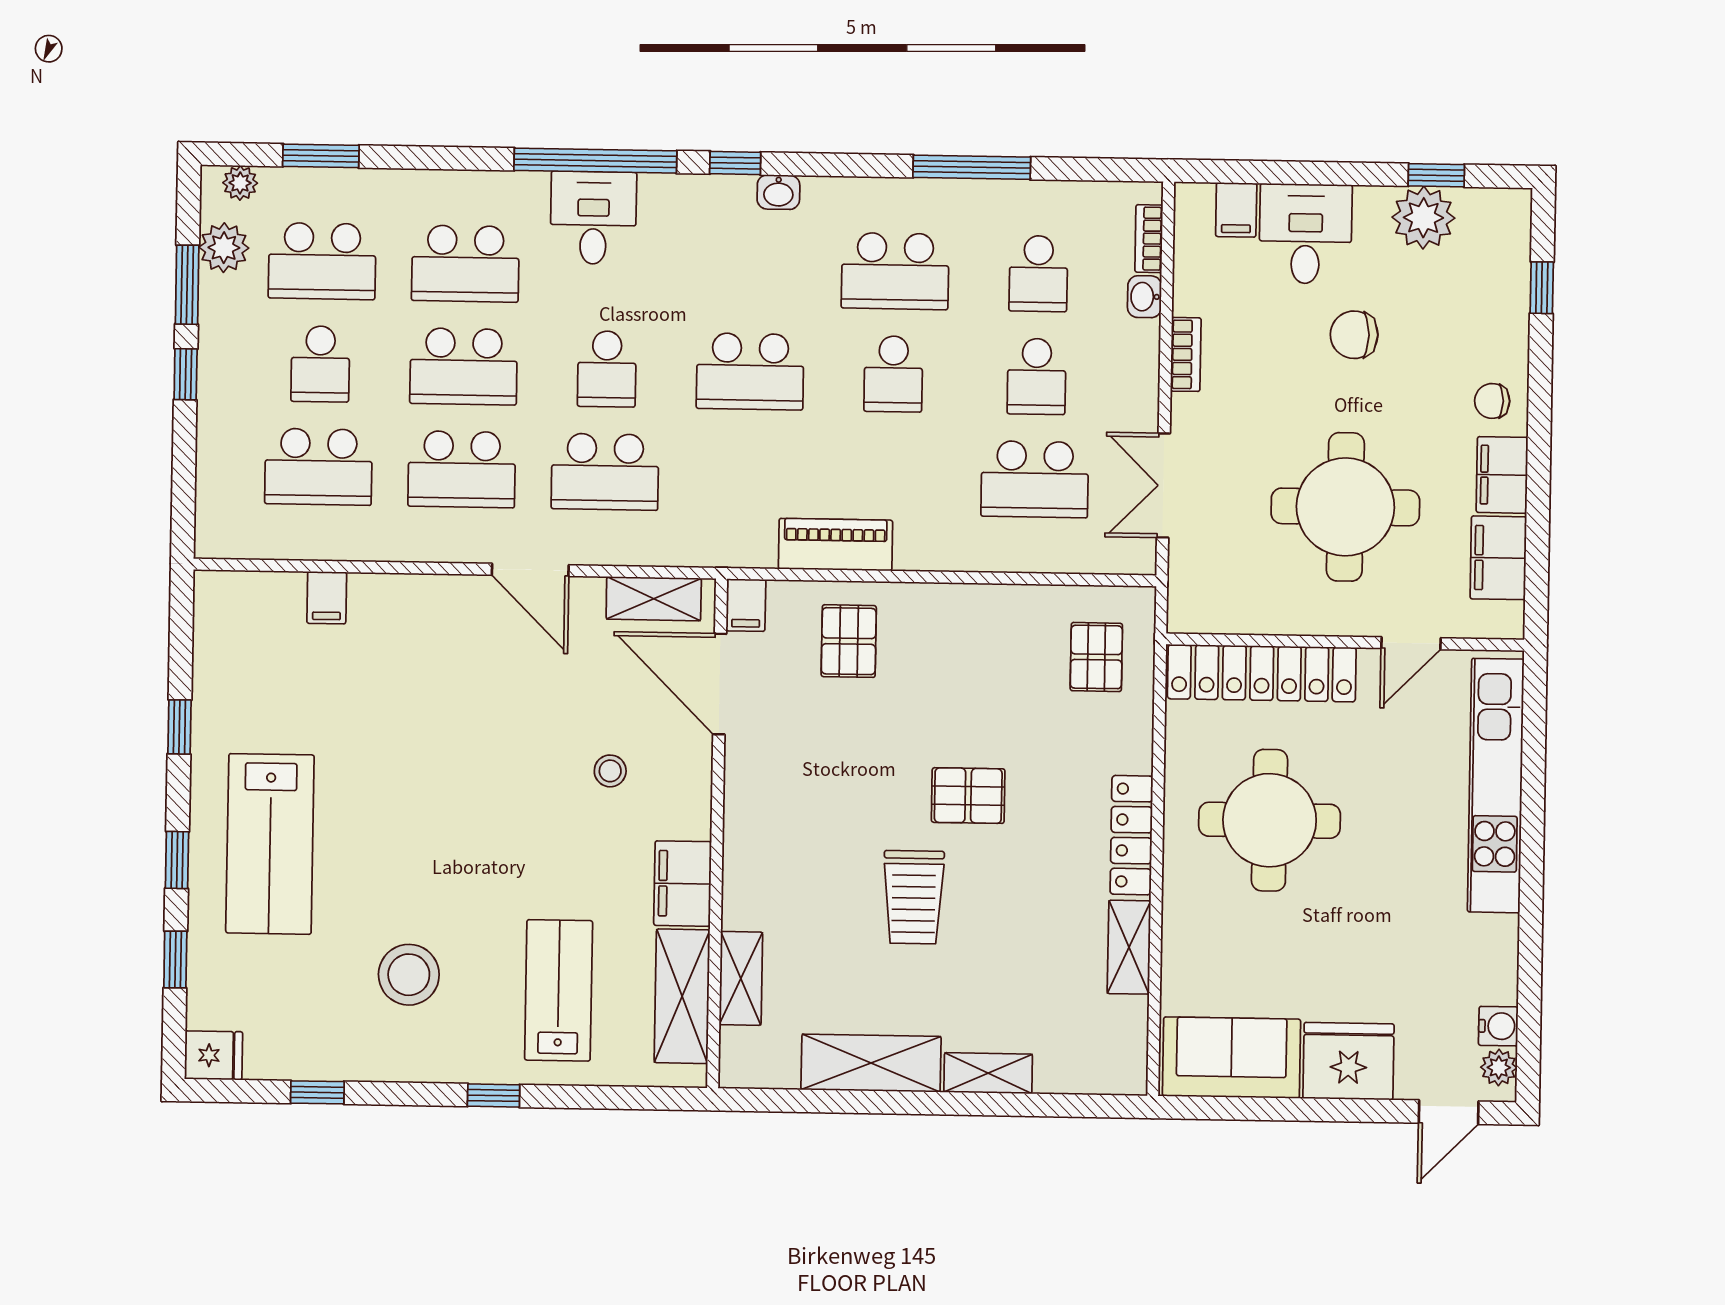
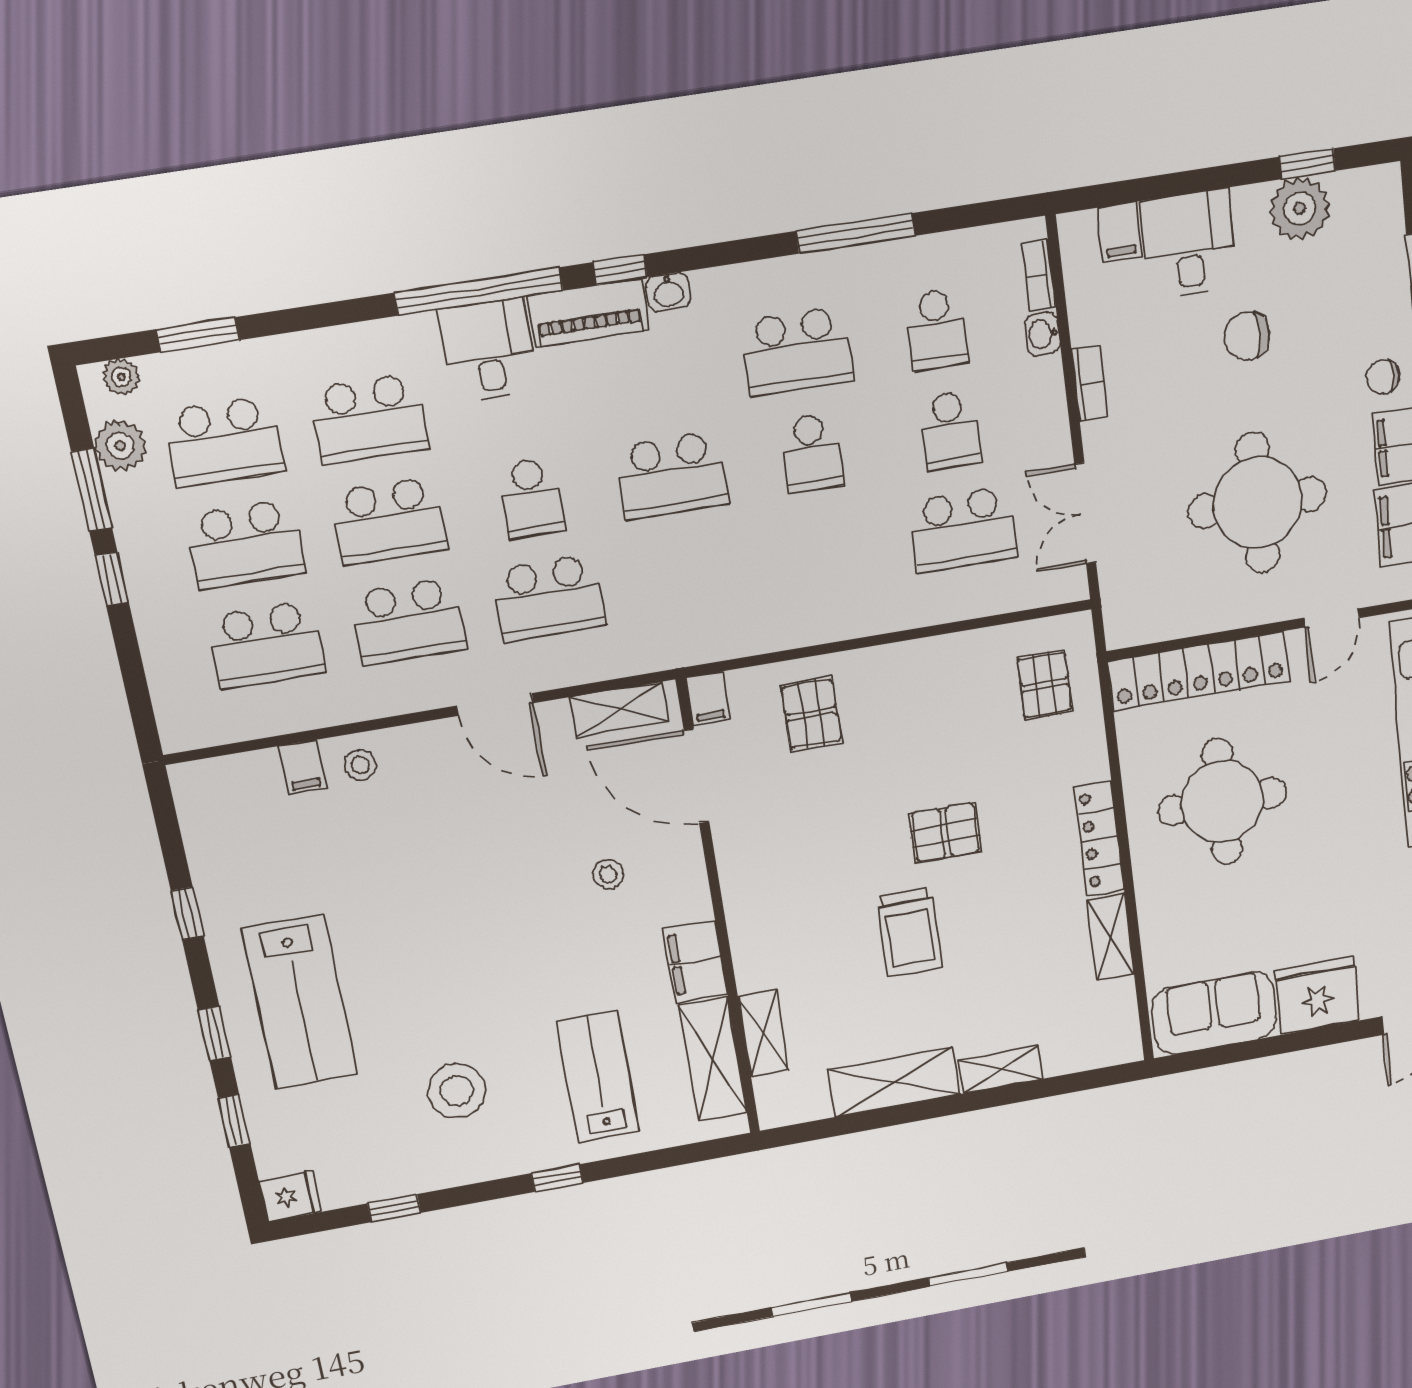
school desk: (320, 364) -> (245, 544), width x1.85
piano: (835, 545) -> (588, 313), moved, turned 180
stool: (384, 606) -> (360, 765), added

